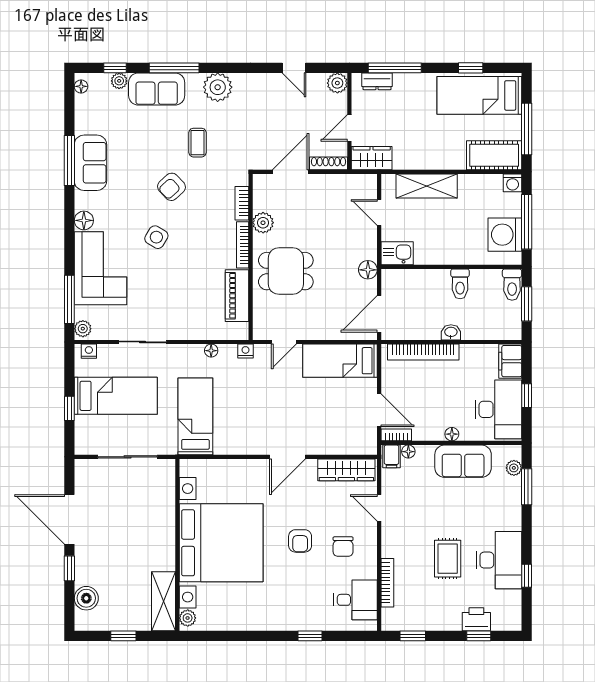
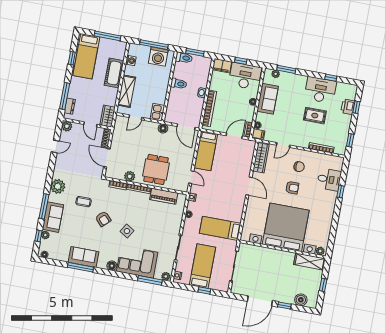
cot: (494, 155) -> (114, 73), moved
washing machine: (513, 183) -> (131, 60), moved
desk: (356, 600) -> (329, 180), moved, turned 90

